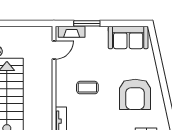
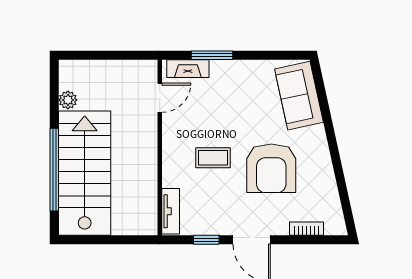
sofa: (128, 37) -> (299, 96), moved, turned 78
armchair: (135, 94) -> (271, 168), moved

